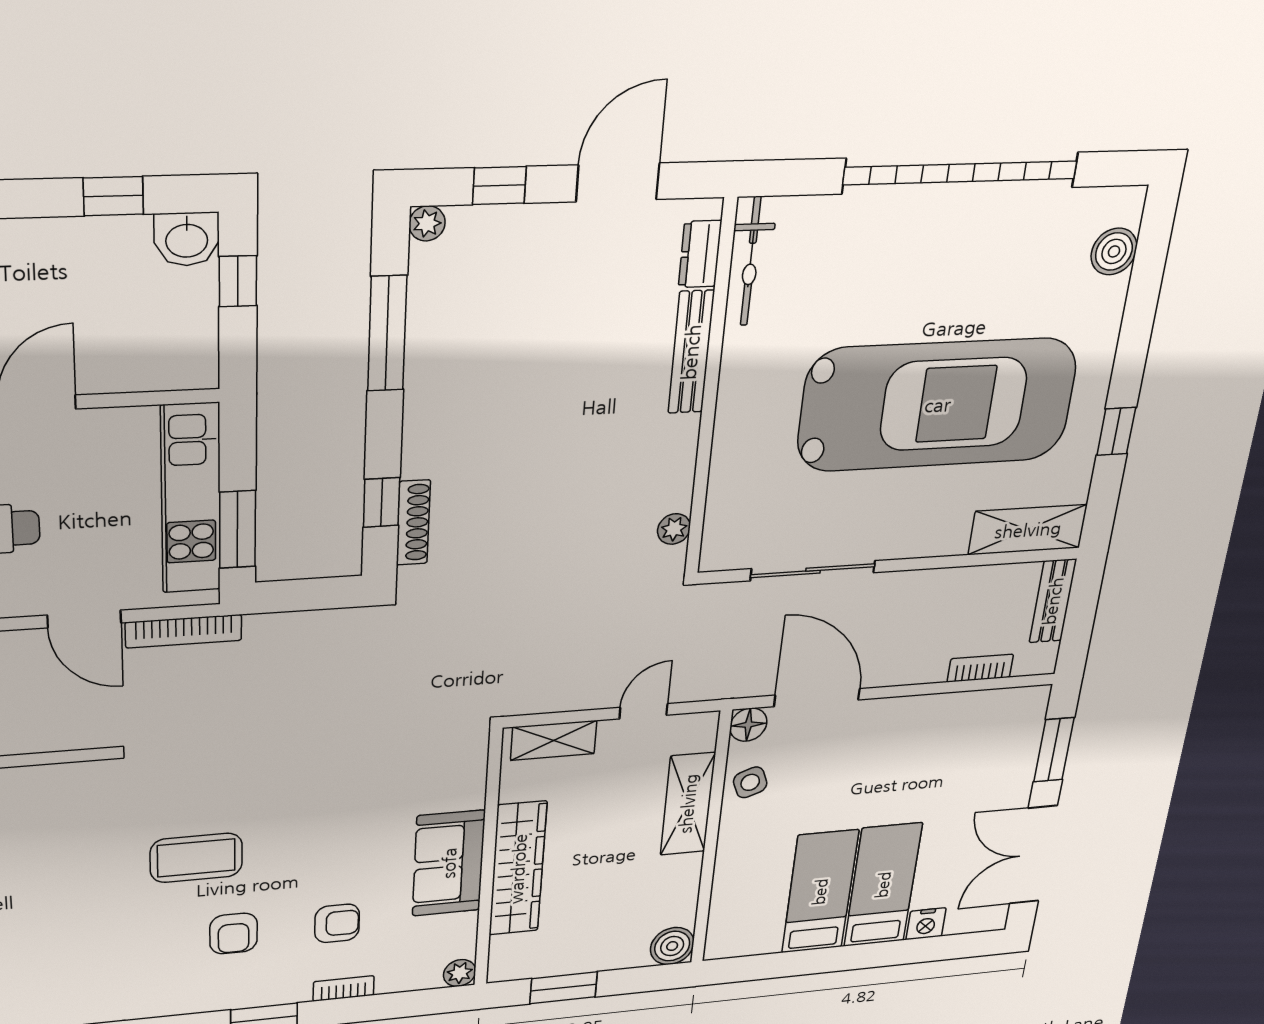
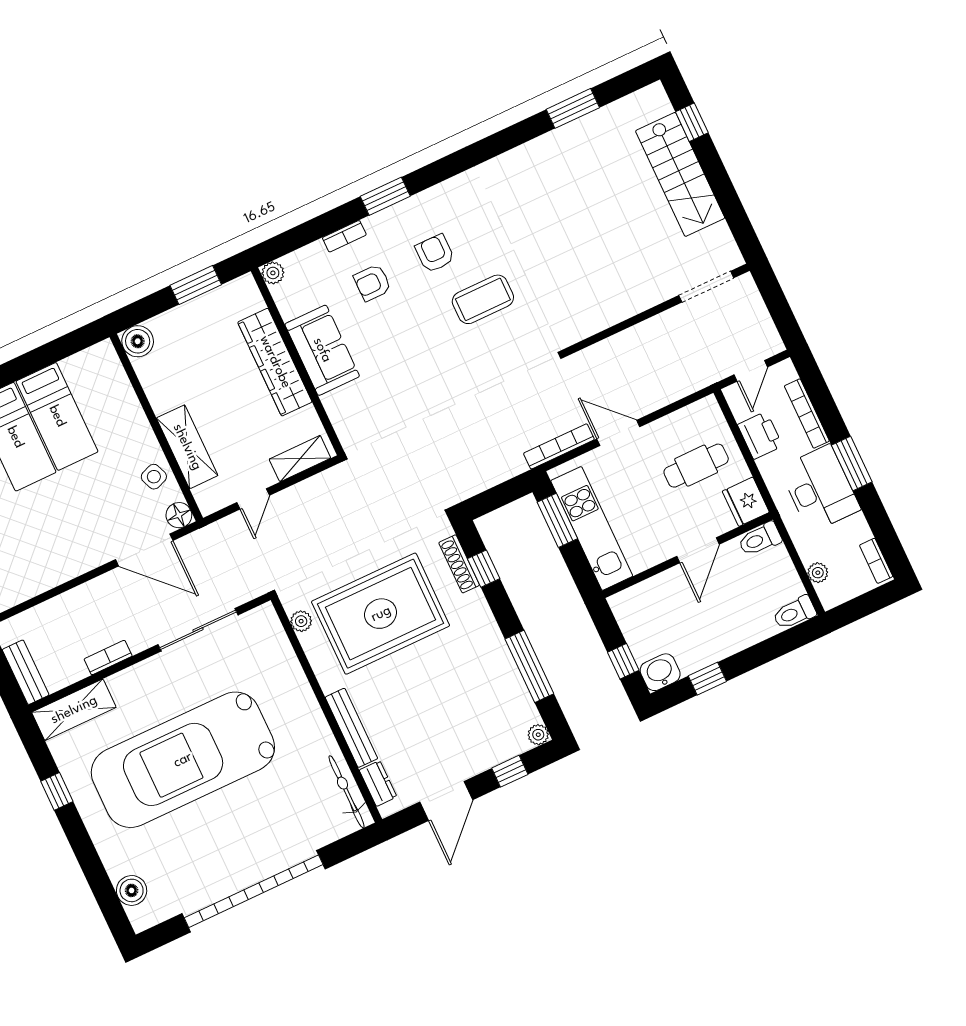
rug: (561, 497) -> (381, 614), added
bookcase: (980, 668) -> (108, 658), moved, turned 180

